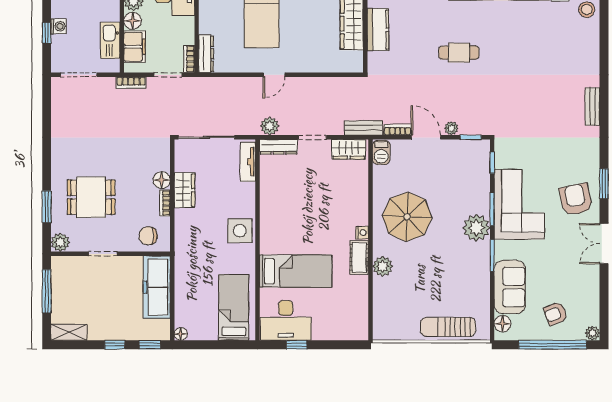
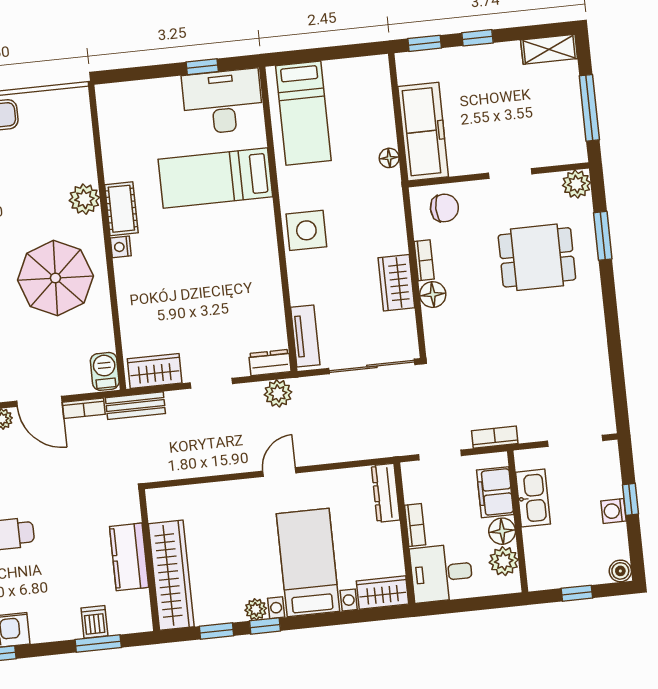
bookcase: (189, 59) -> (415, 525), moved
dresser: (279, 147) -> (270, 363), width x0.70
floor lamp: (181, 334) -> (389, 158), moved

